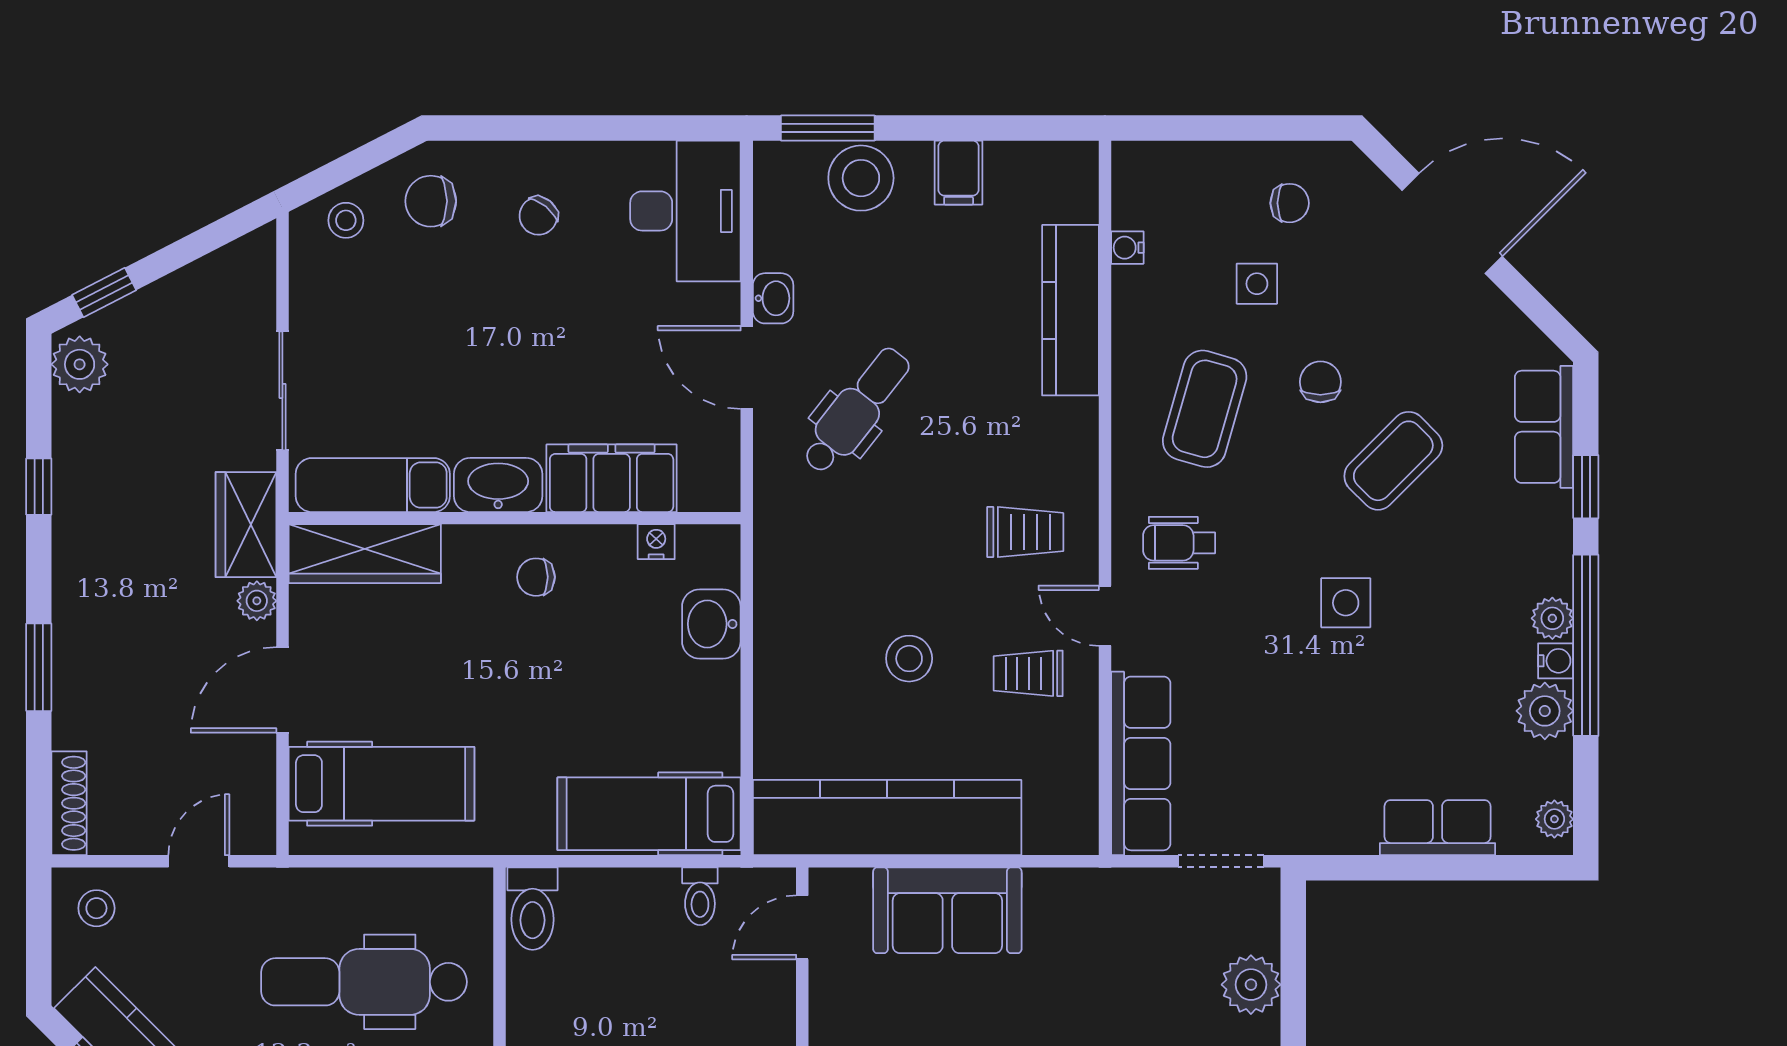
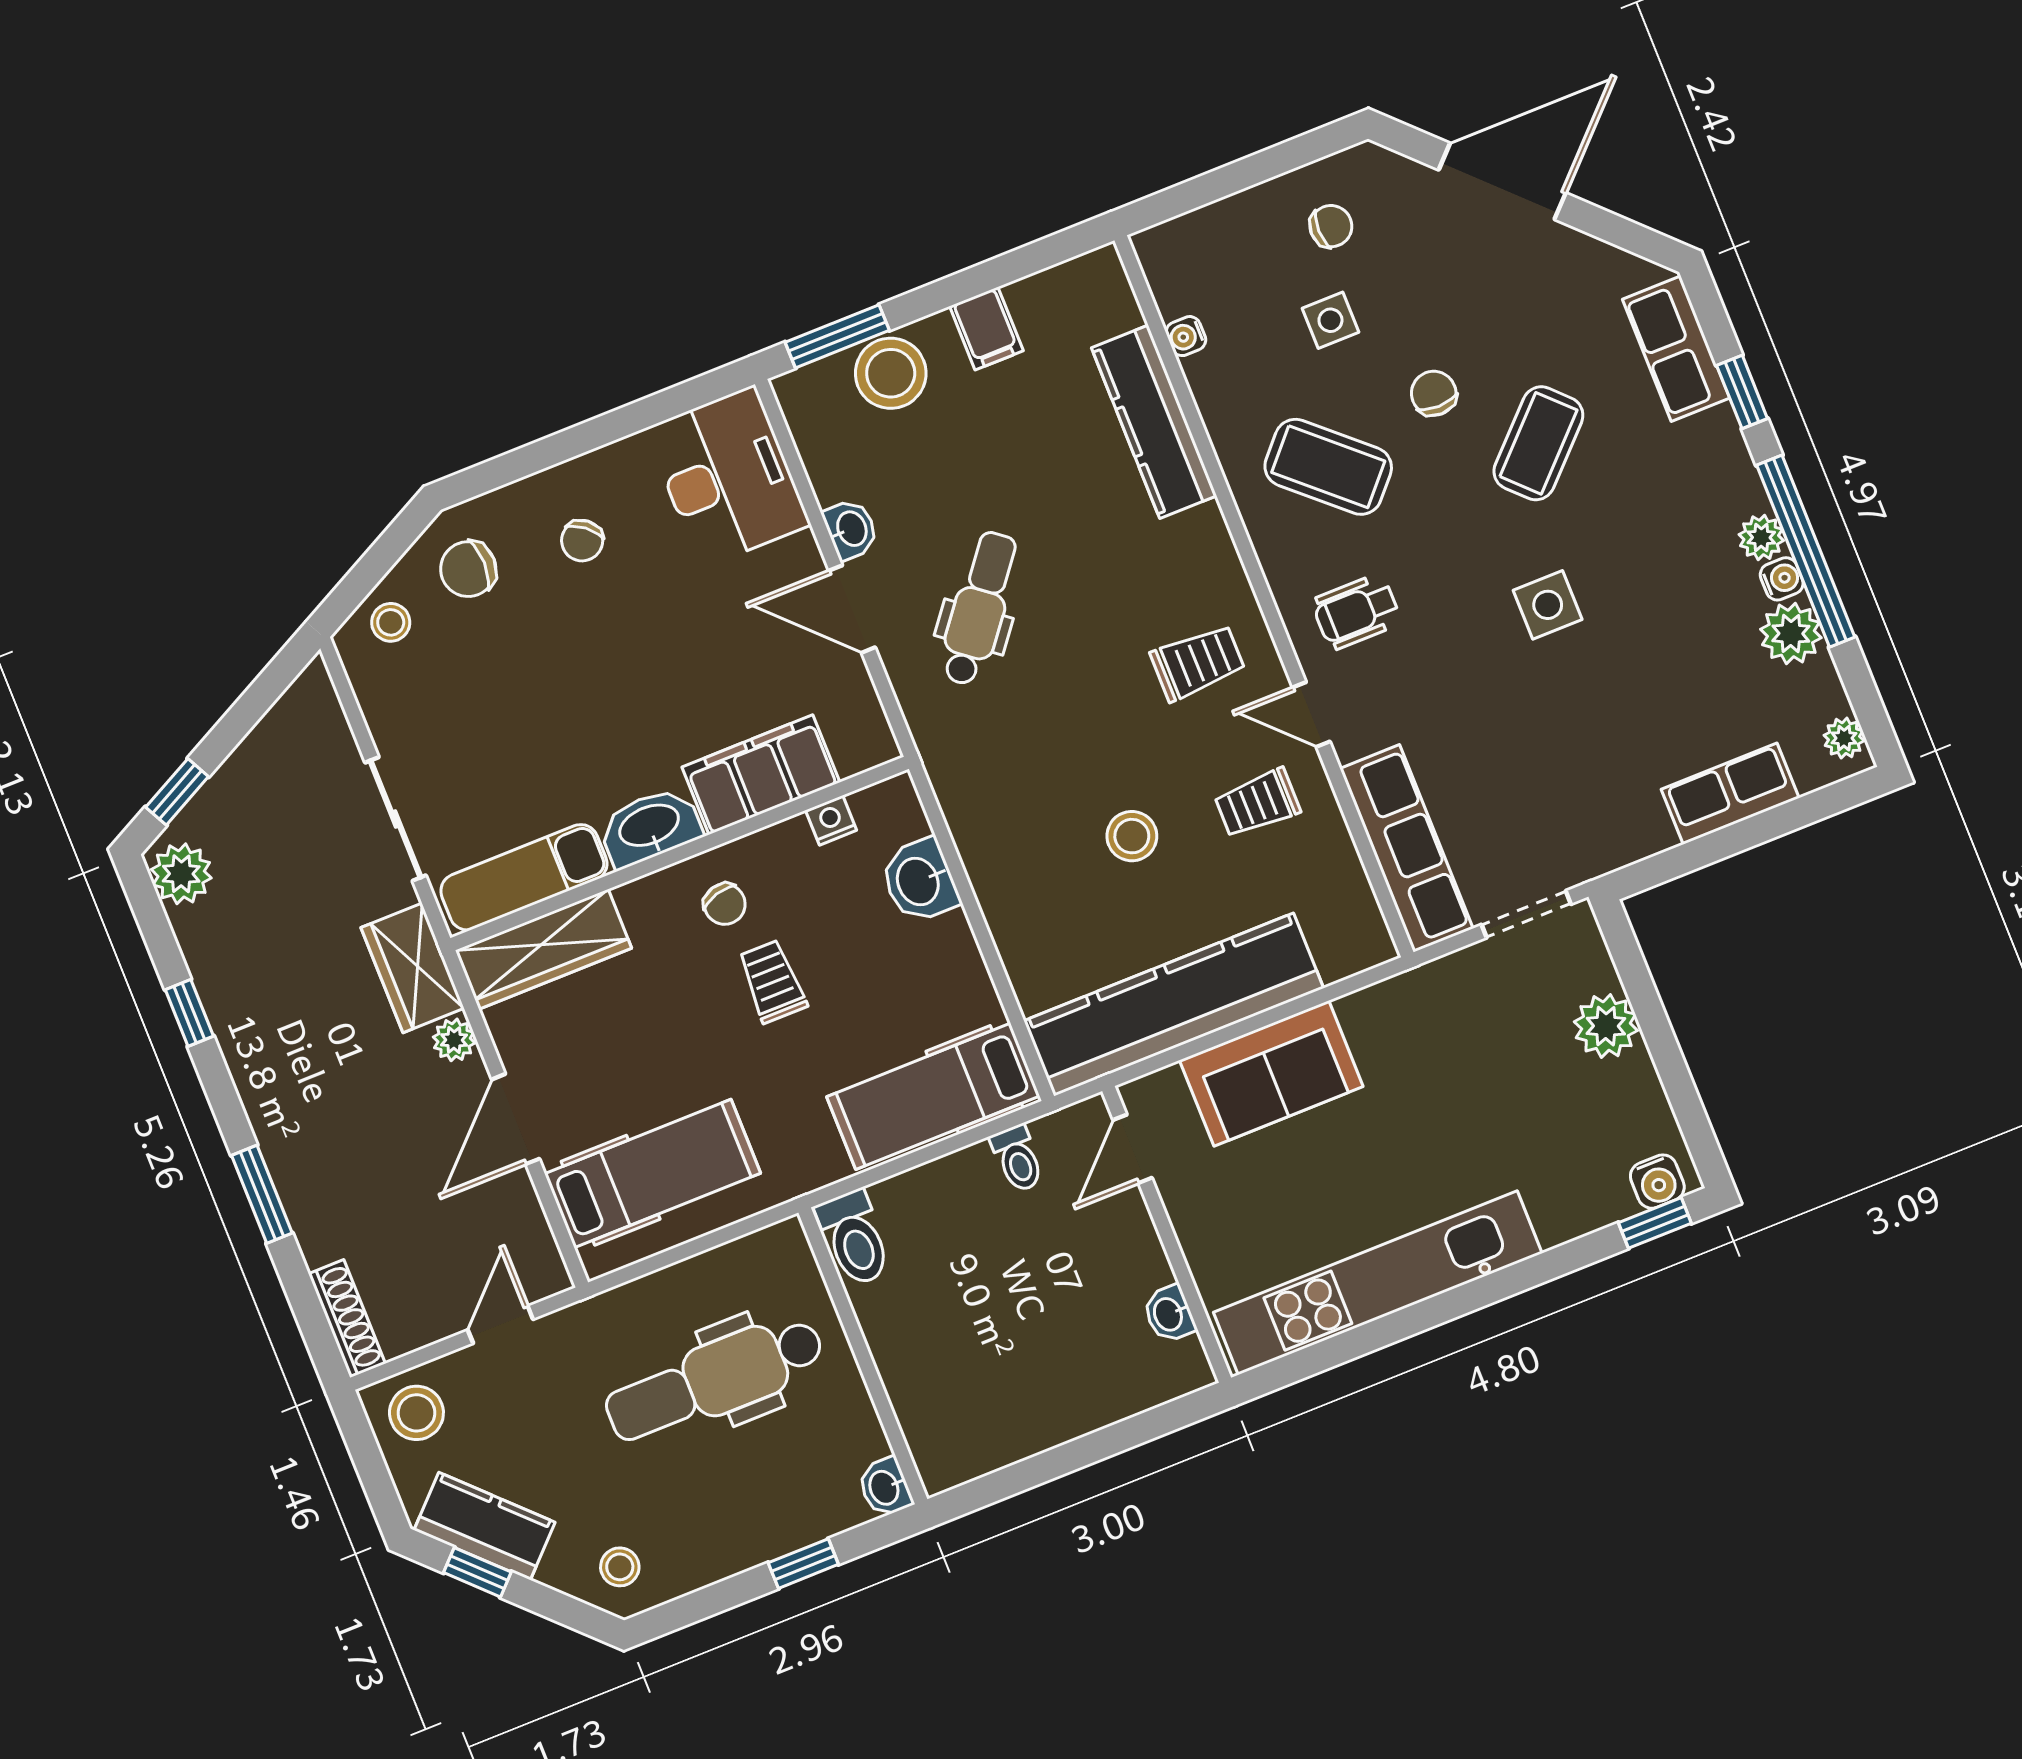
coffee table: (1205, 409) -> (1328, 467), turned -64
chair: (536, 577) -> (725, 904), turned -106
trolley: (550, 660) -> (772, 981), added
stool: (96, 908) -> (416, 1413), width x1.37, depth x1.37

